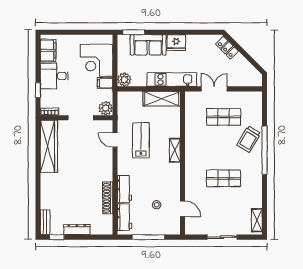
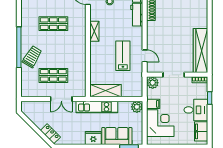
lab bench: (141, 140) -> (123, 56), turned 180
shelving: (175, 150) -> (94, 31), moved

